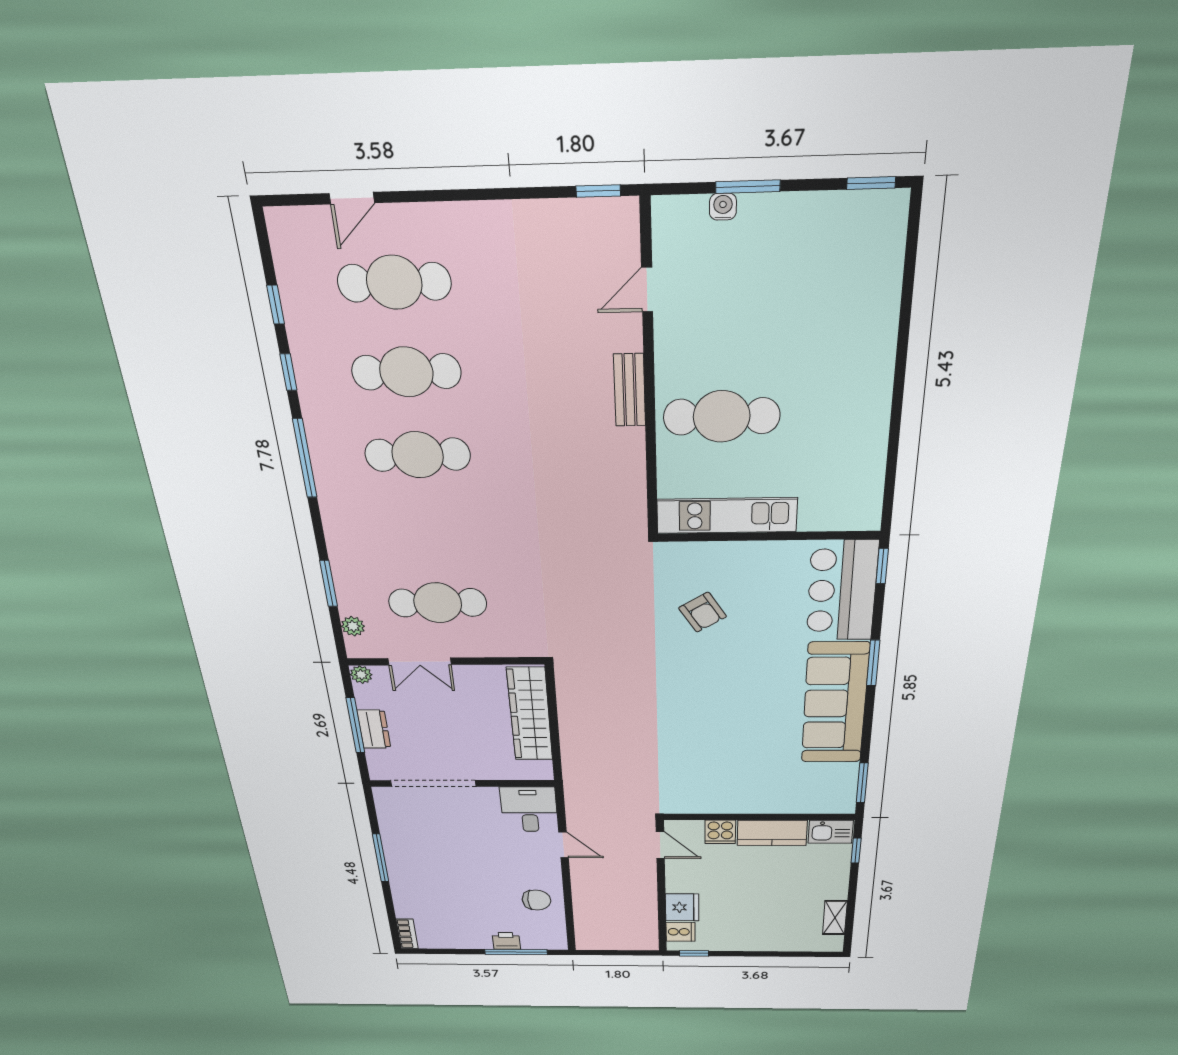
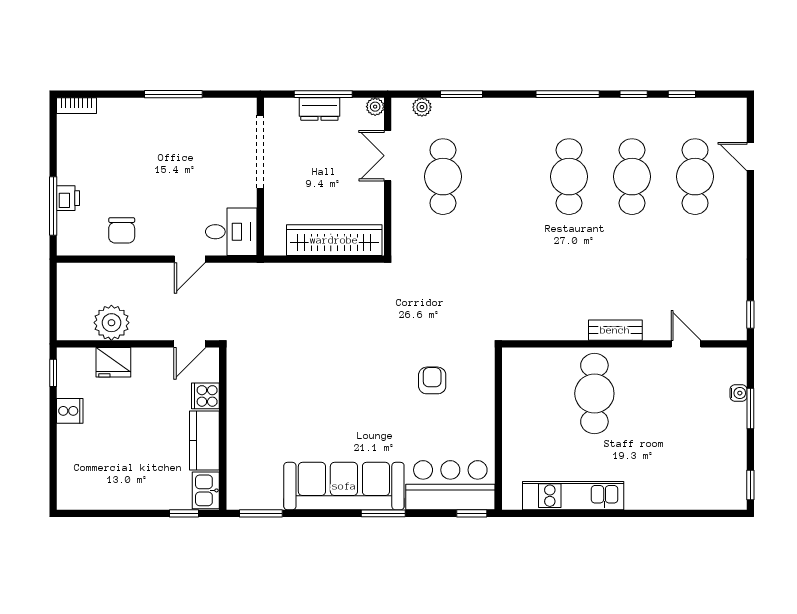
kitchen unit: (727, 515) -> (573, 496), moved, turned -90
armchair: (703, 612) -> (432, 380), turned 122
plant: (638, 909) -> (111, 323), added
shelving: (835, 918) -> (101, 500), removed
cooker: (680, 932) -> (70, 411), moved, turned -90

